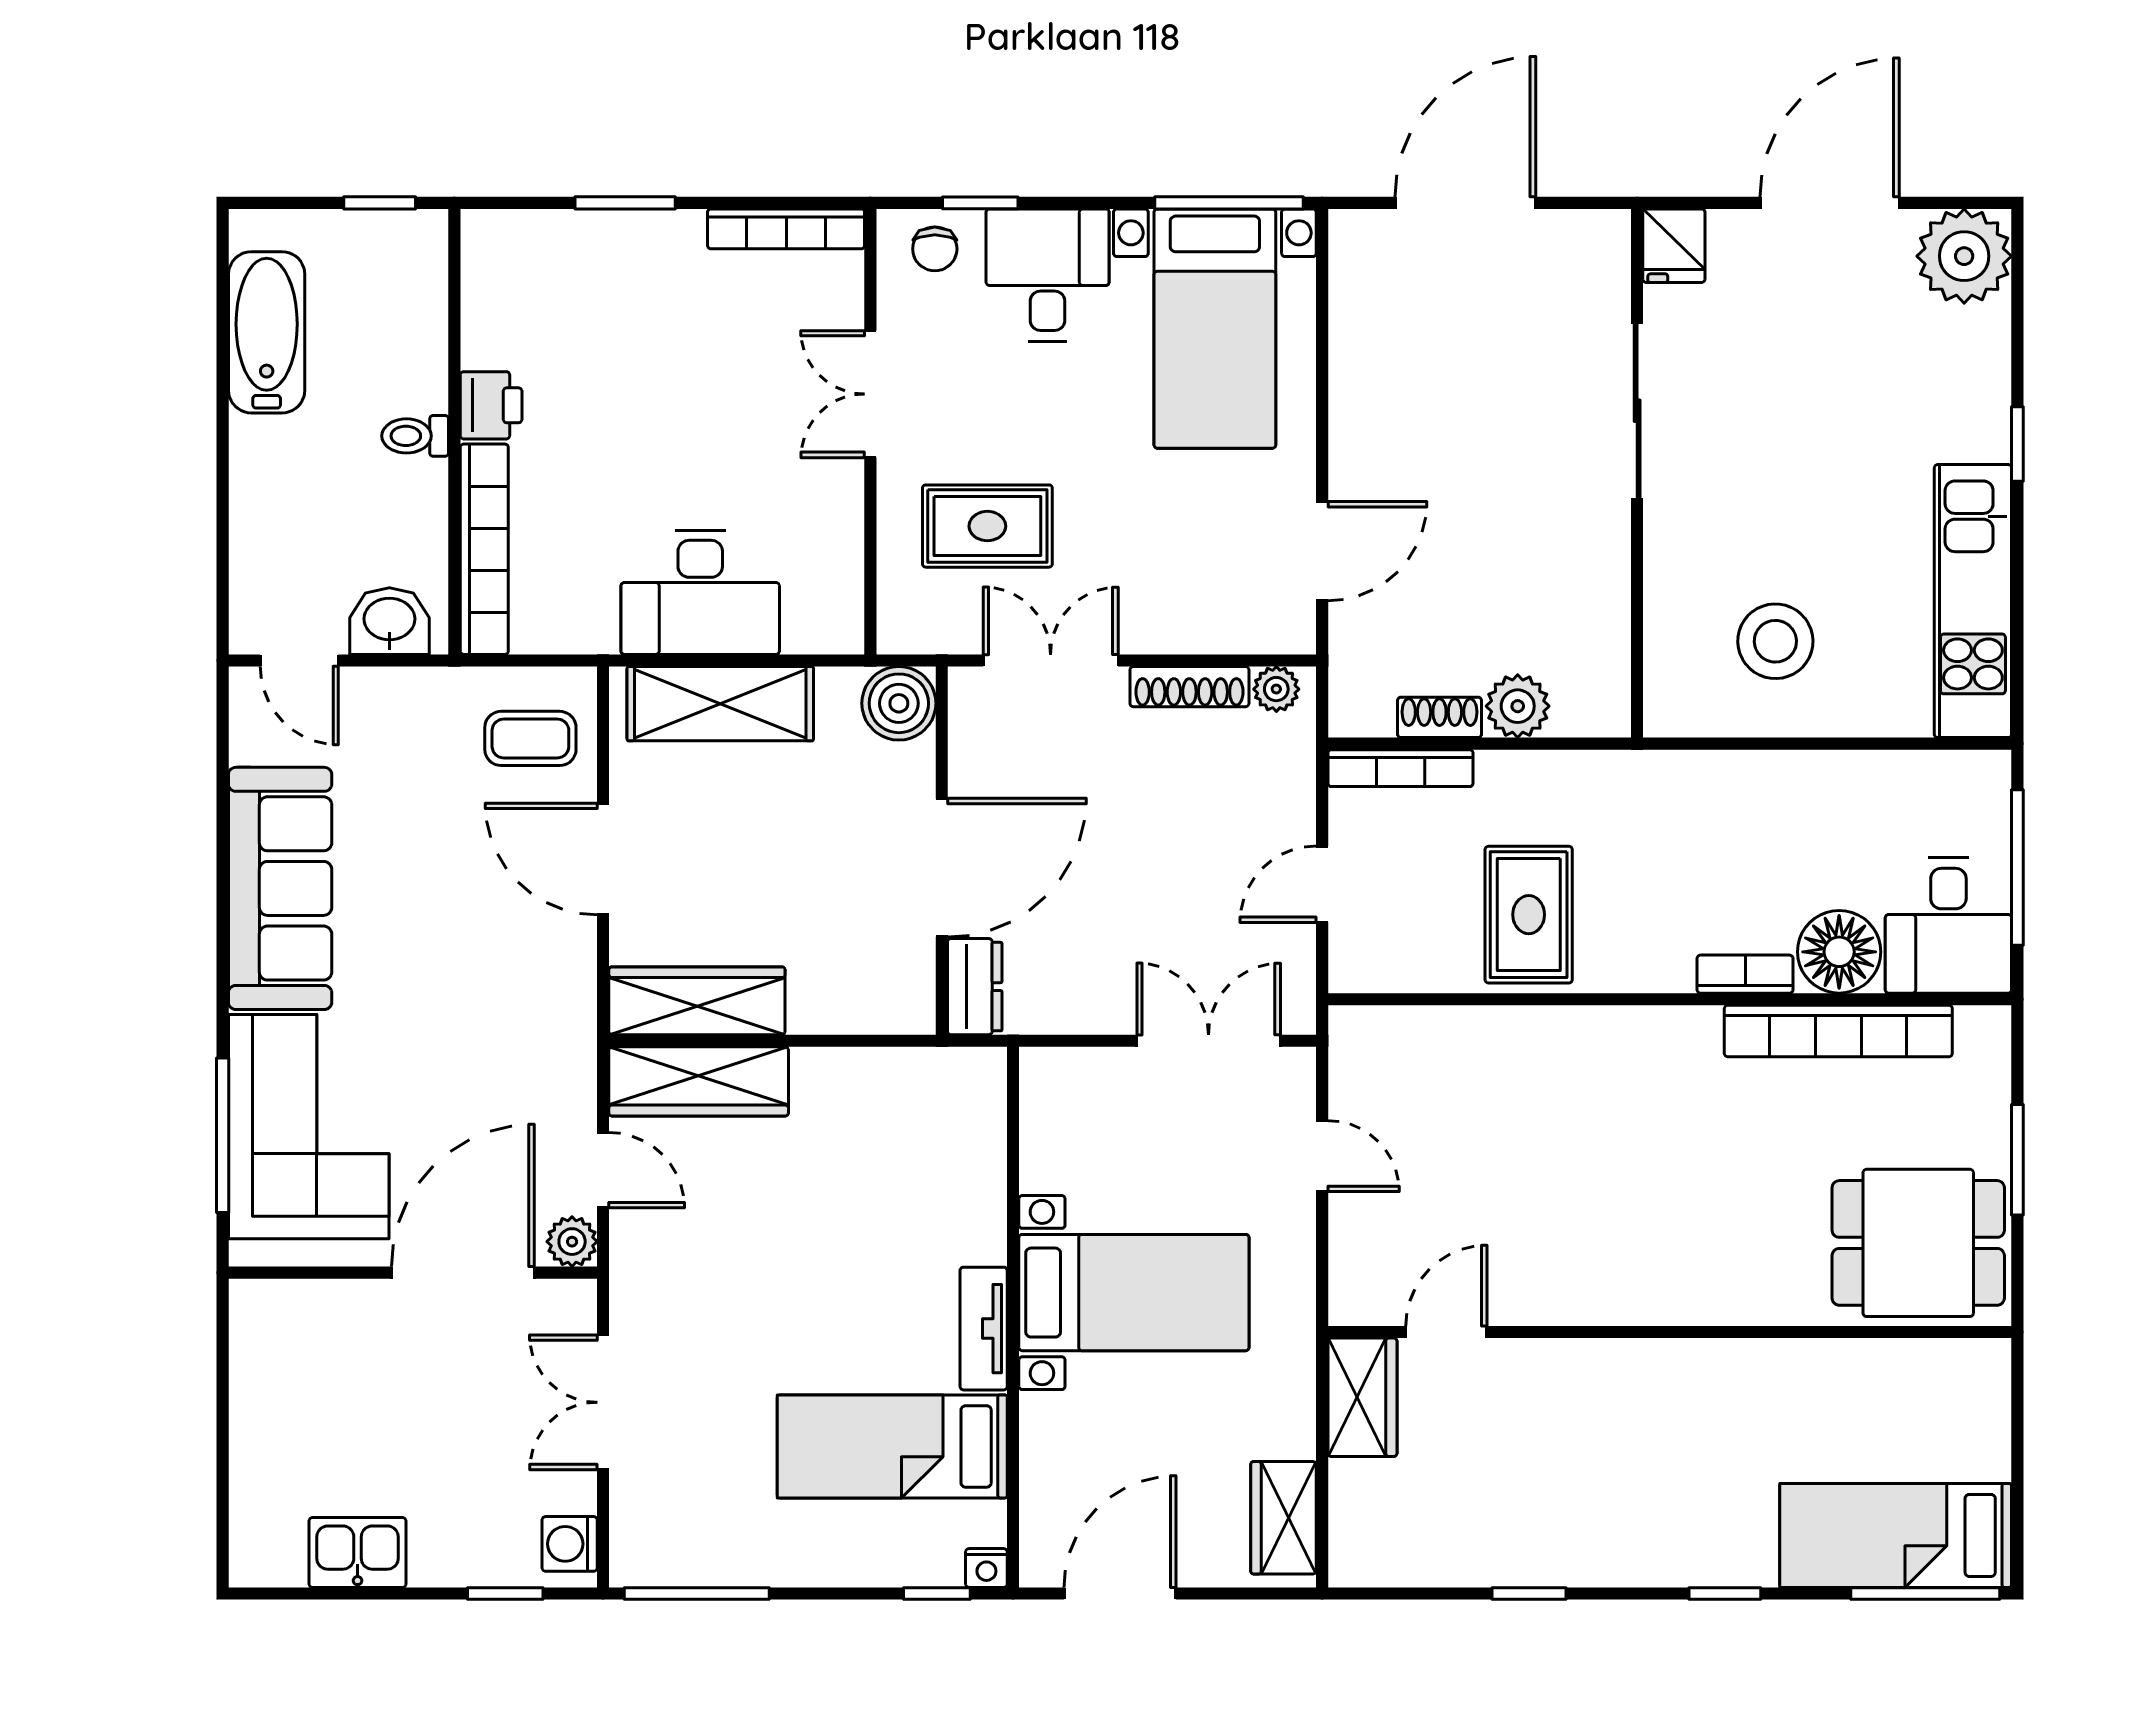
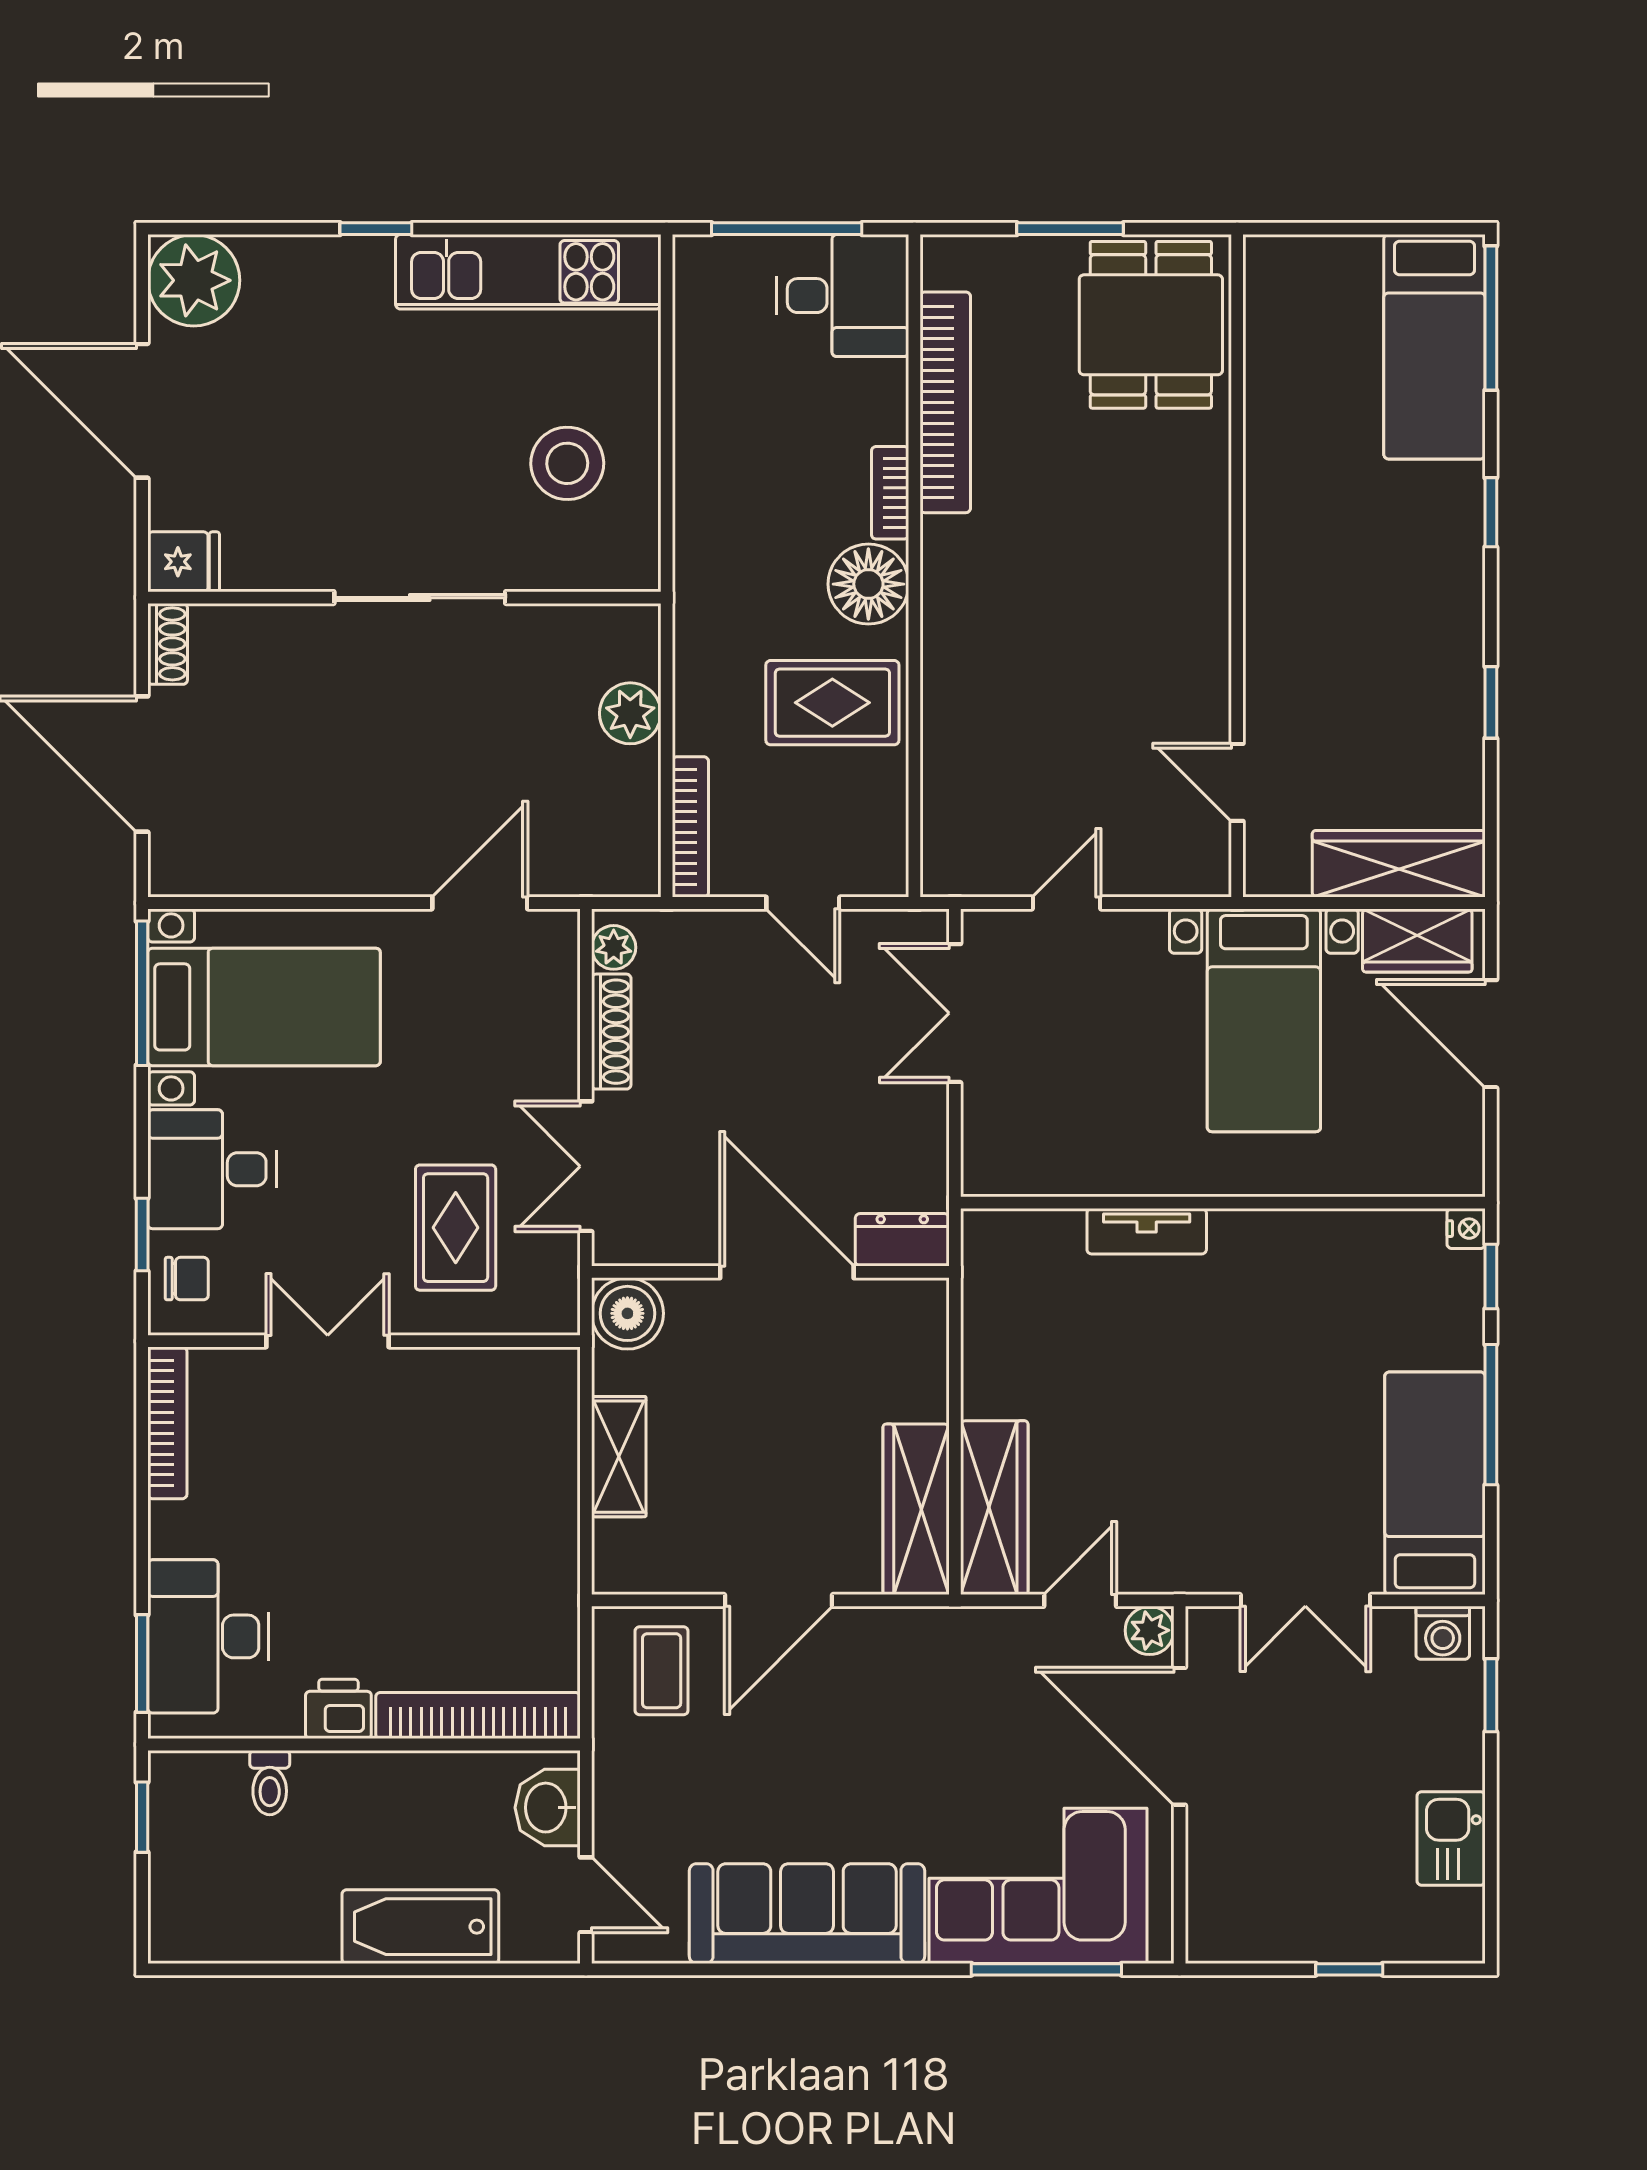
window: (625, 203) -> (142, 1664), moved
bathtub: (267, 332) -> (420, 1927), moved
double door: (870, 394) -> (328, 1341), swing flipped
sliding door: (1637, 411) -> (420, 598), moved
toilet: (415, 436) -> (270, 1783), moved
door: (1322, 551) -> (480, 903), hinge flipped
desk: (700, 592) -> (208, 1636), moved, turned 180
door: (299, 660) -> (586, 1895), hinge flipped
shelving: (720, 704) -> (619, 1457), width x0.67, depth x0.75
shoe rack: (1439, 717) -> (168, 644), moved, turned 180
floor lamp: (1839, 952) -> (868, 584), moved
bed with nightstands: (1134, 1293) -> (1264, 1020), moved, turned 180
tv unit: (984, 1329) -> (1147, 1231), moved
wardrobe: (1362, 1397) -> (1399, 864), moved, width x1.50
bed: (892, 1446) -> (1435, 1483), moved, turned 180
window: (223, 1448) -> (1349, 1969), added
window: (697, 1593) -> (1491, 1415), moved
door: (1120, 1593) -> (1491, 1034), moved

